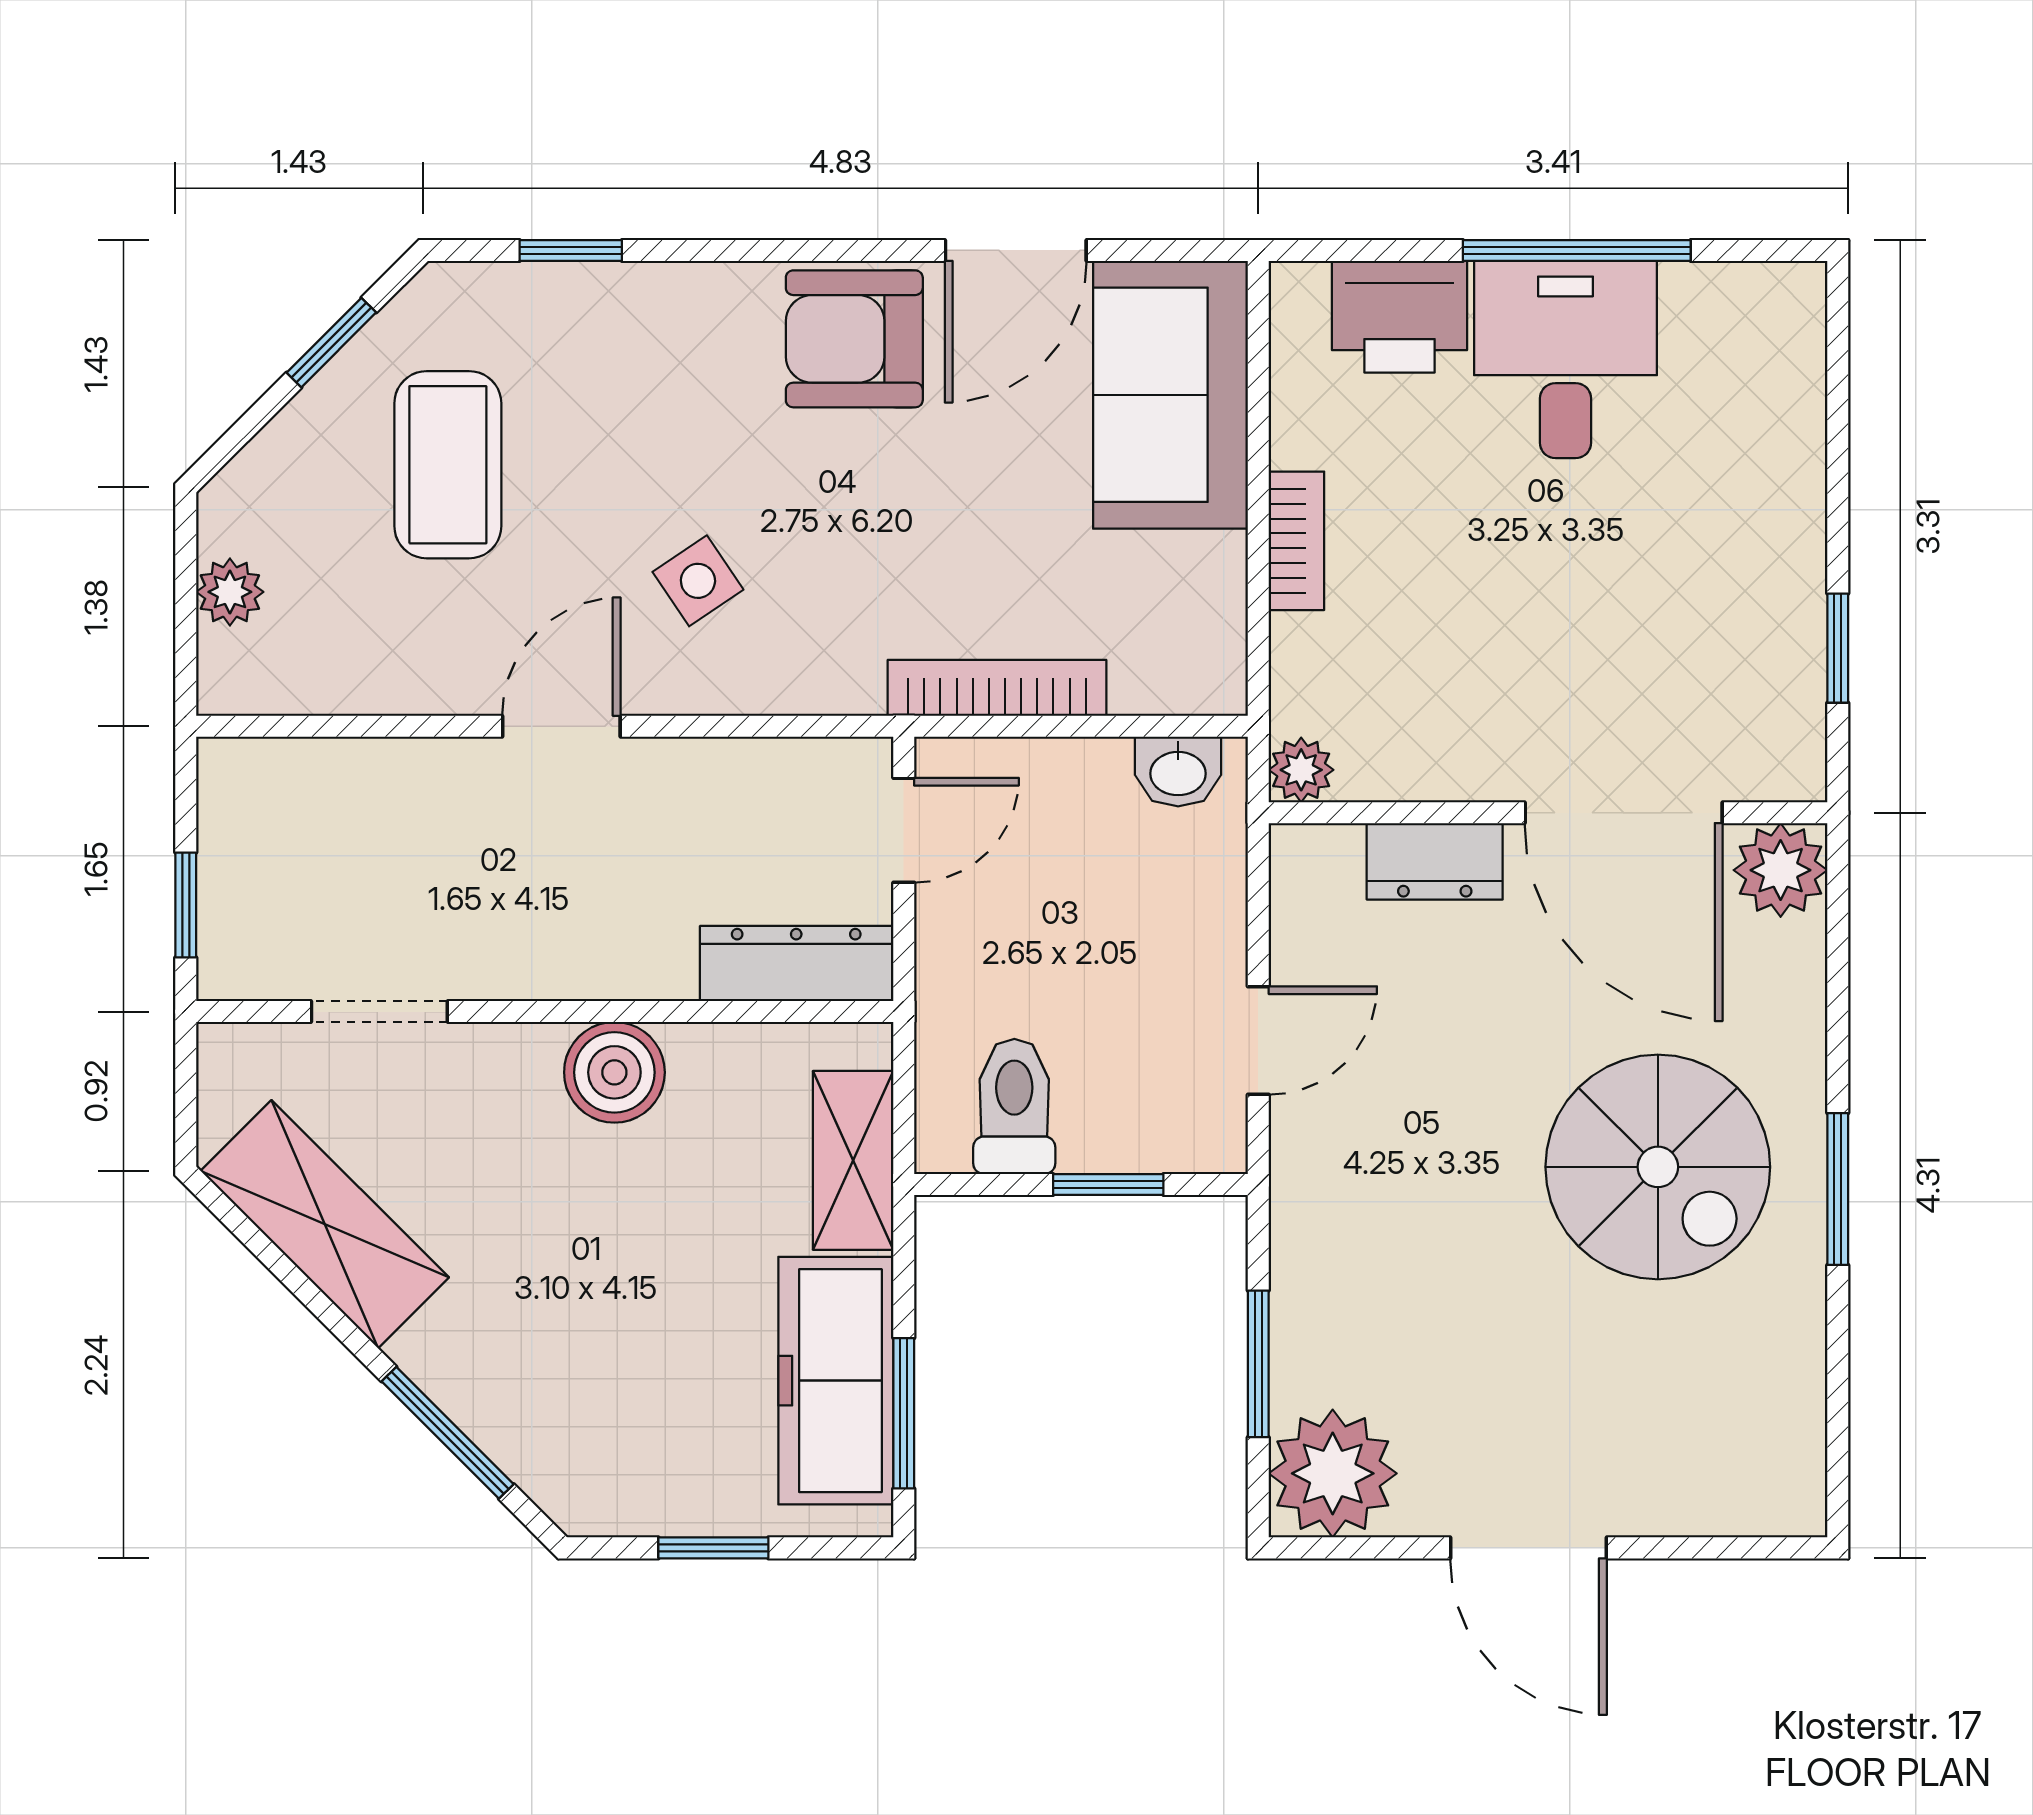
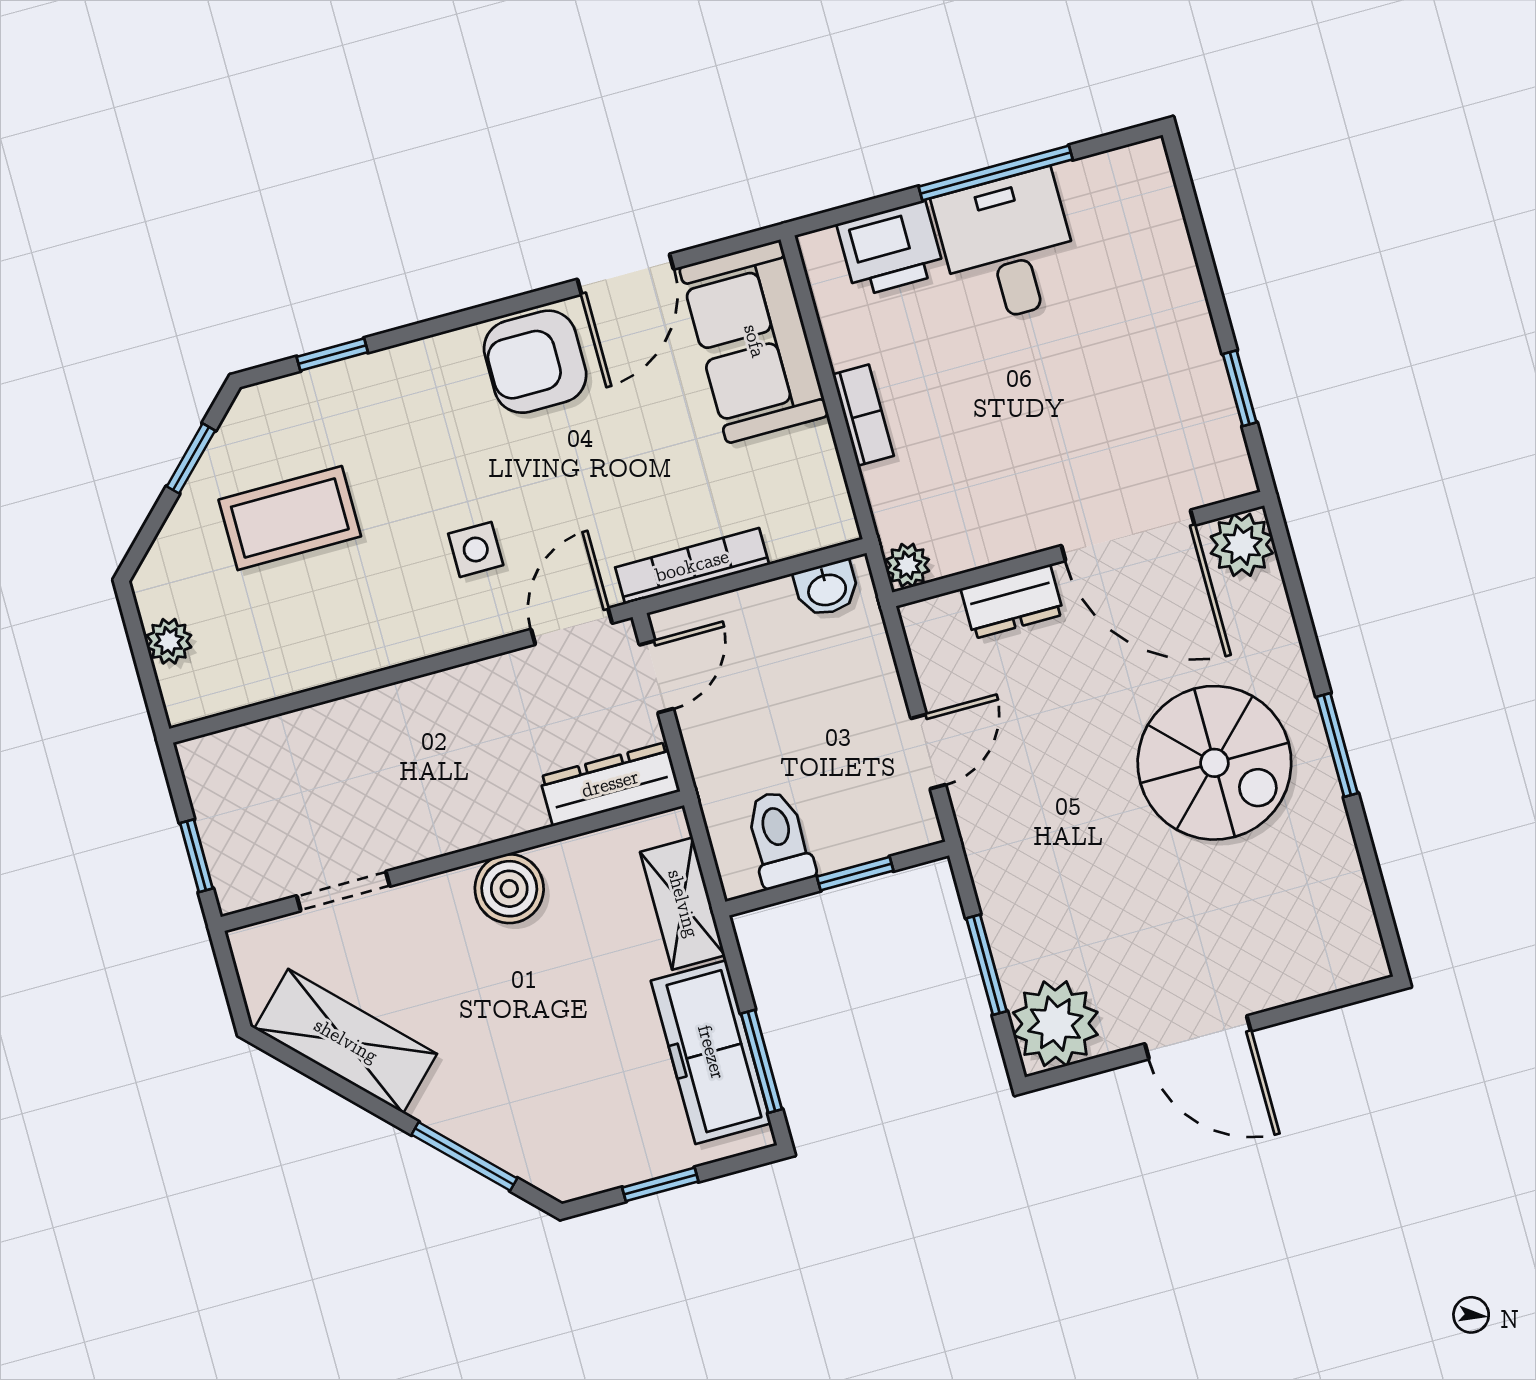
coffee table: (448, 465) -> (290, 518), turned 90
side table: (698, 581) -> (476, 549), turned 34
door: (561, 726) -> (572, 626), moved

